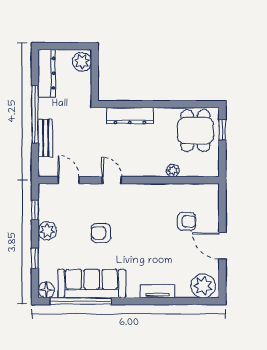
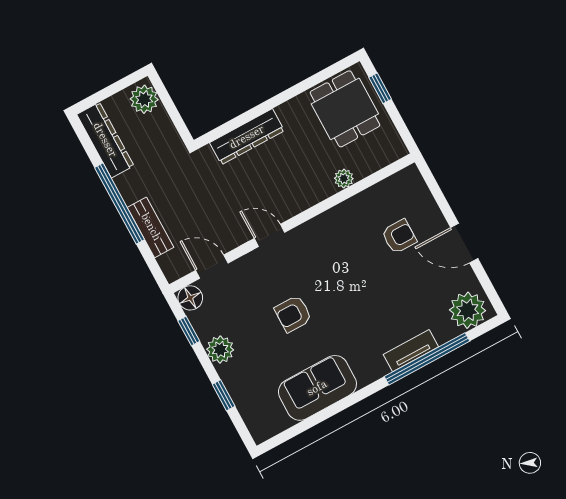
sofa: (92, 284) -> (317, 388), width x0.73
floor lamp: (46, 290) -> (190, 298), moved
window: (81, 301) -> (427, 359), moved

